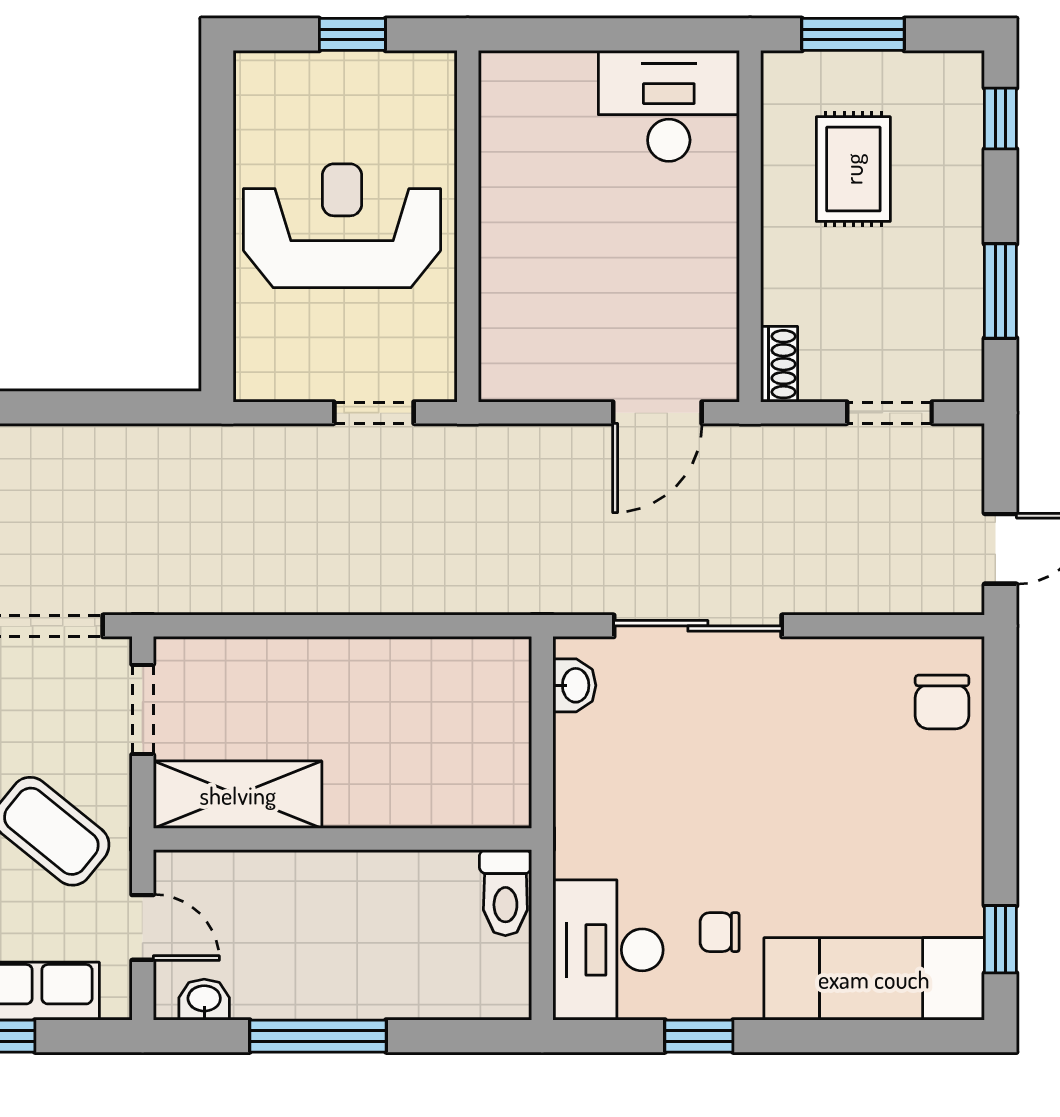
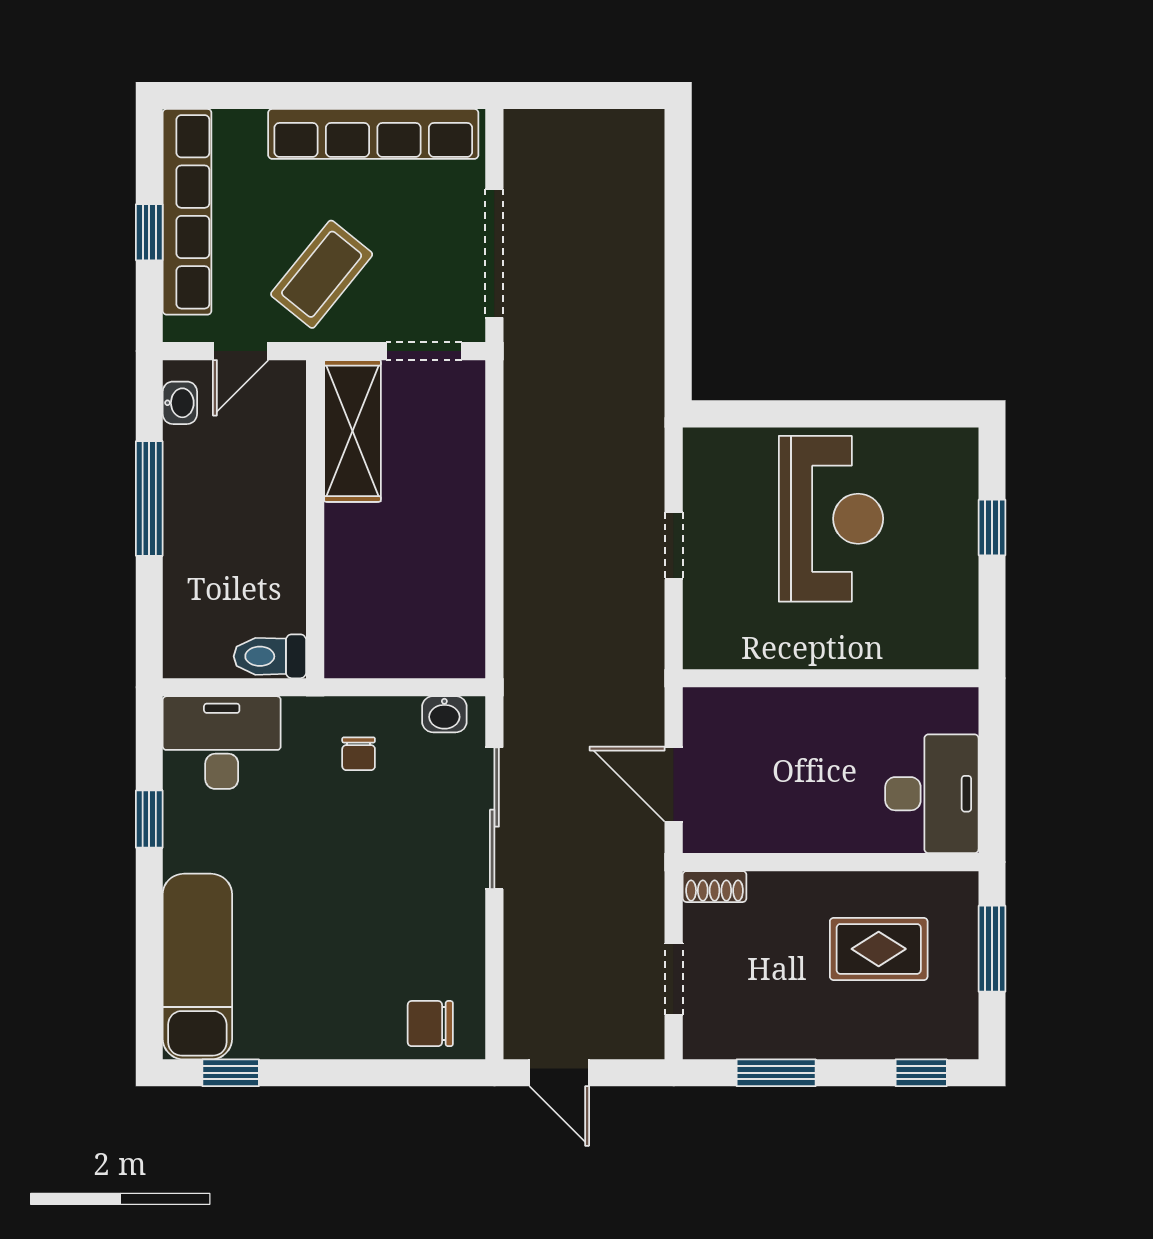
wall: (468, 226) -> (831, 678), moved
chair: (720, 932) -> (359, 754), moved, turned 180

